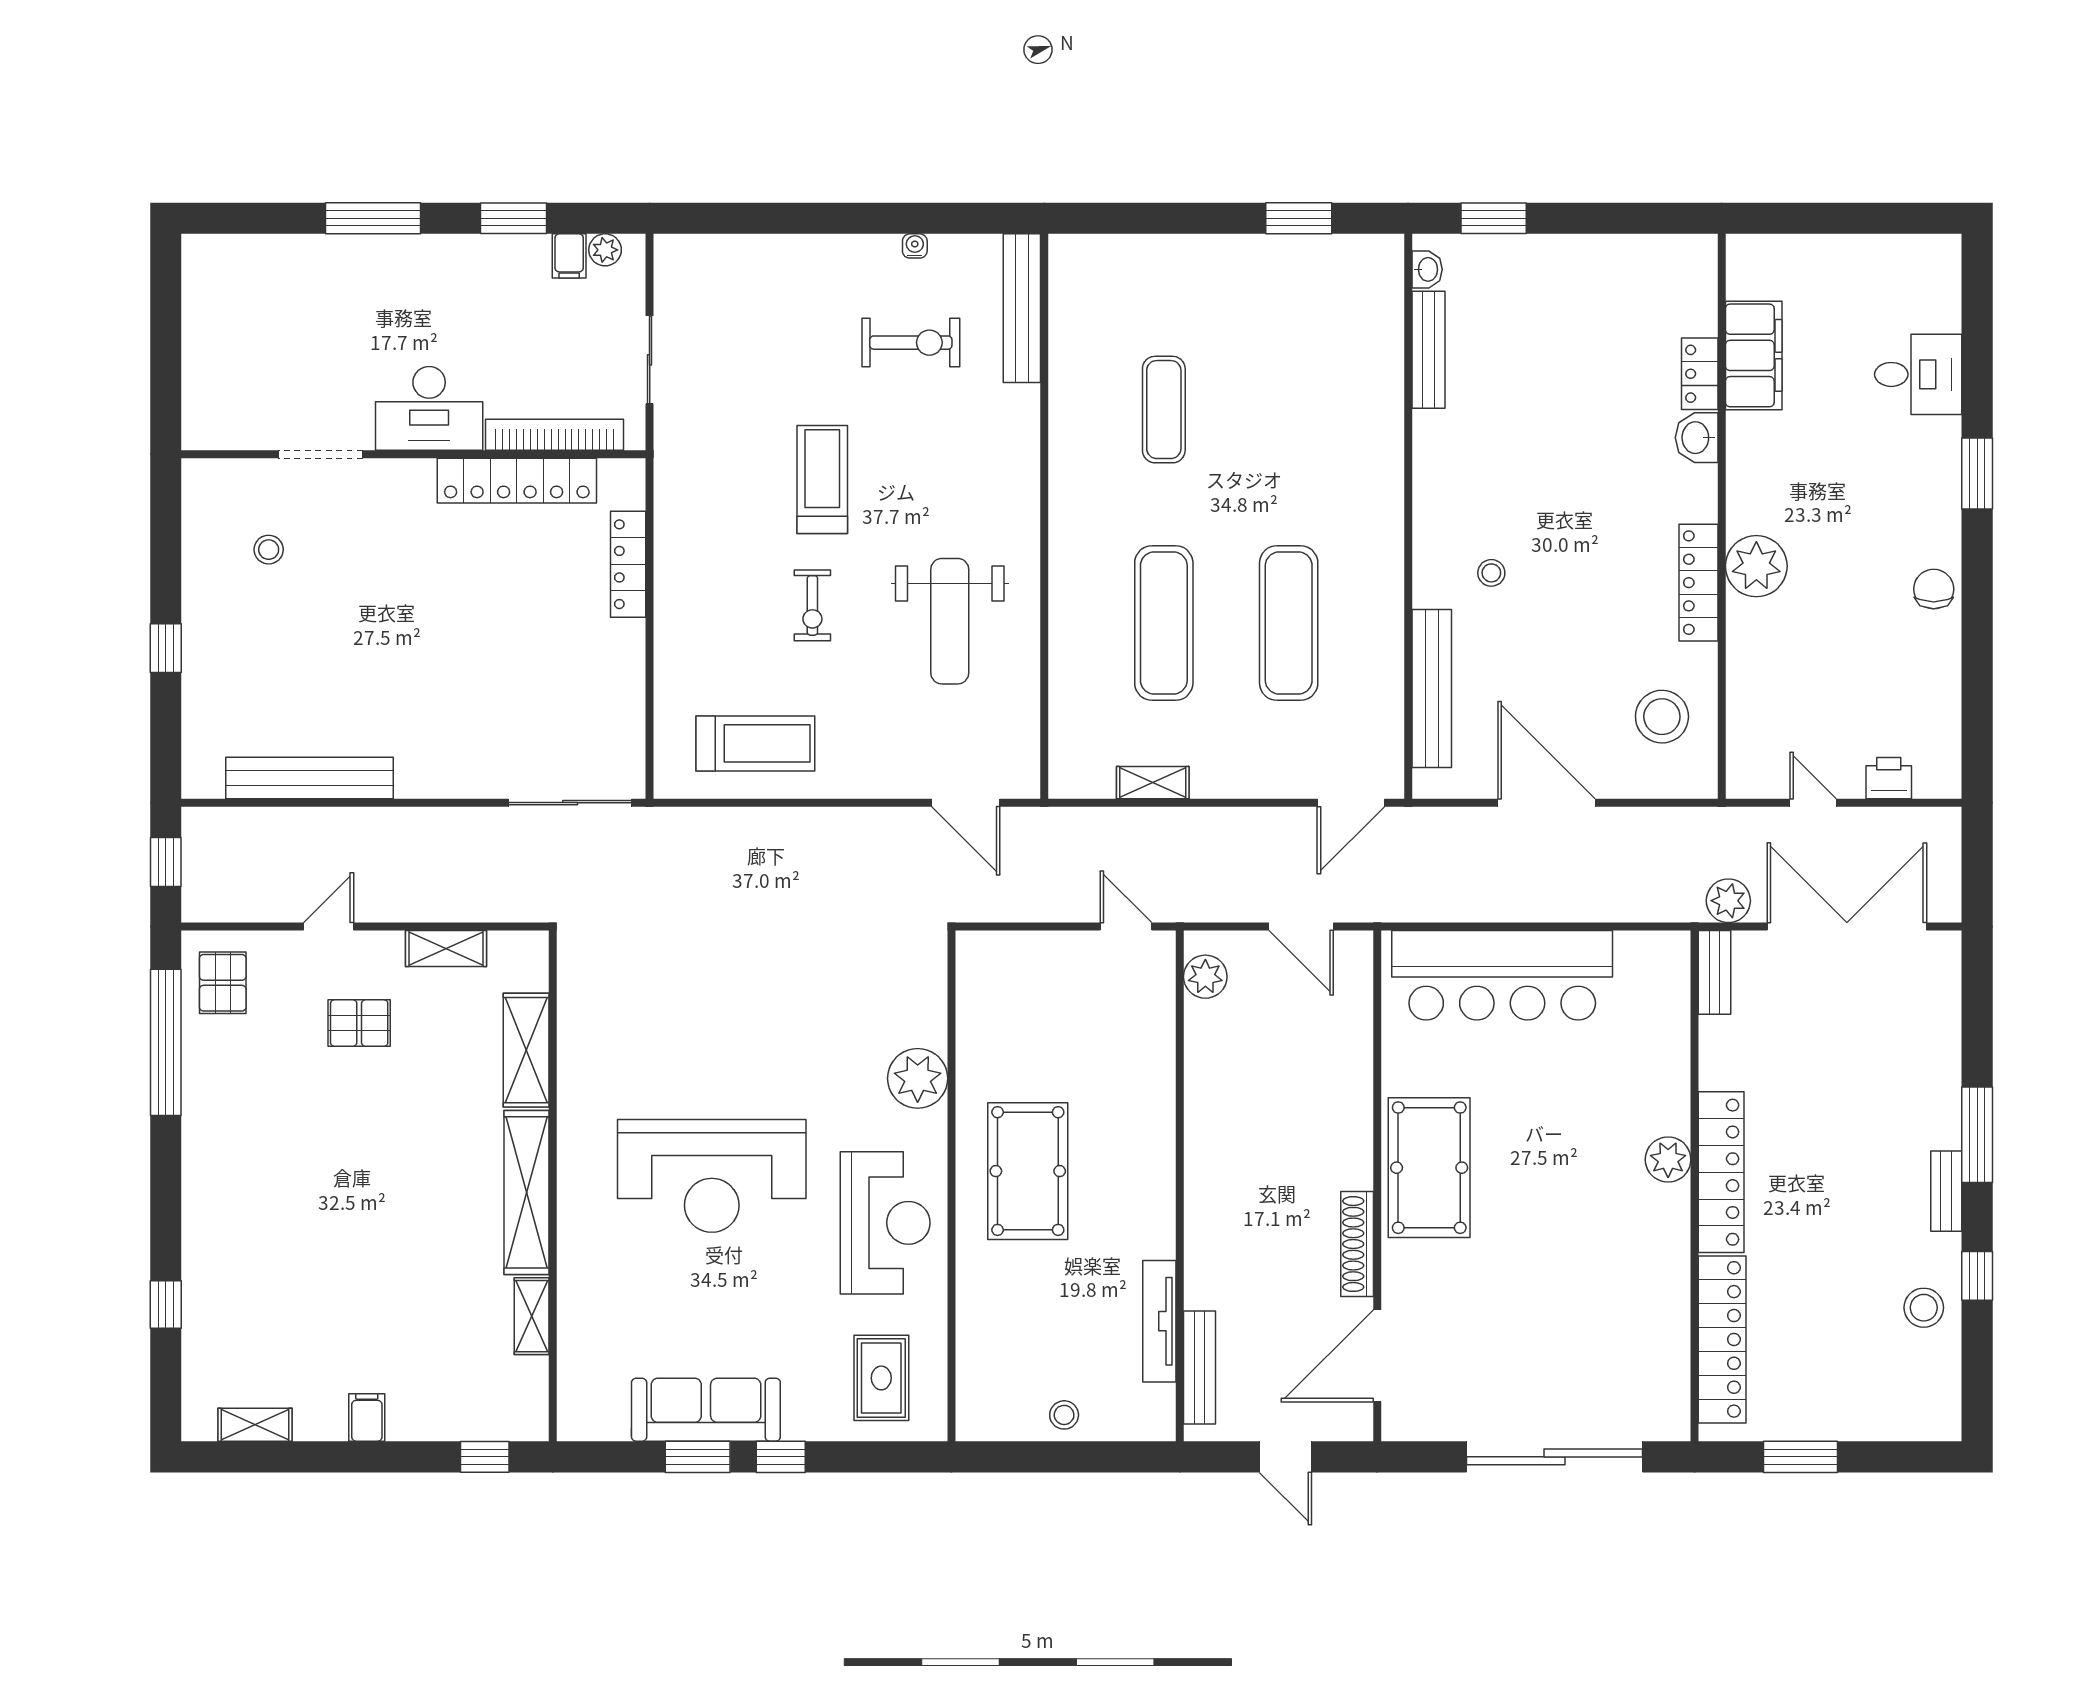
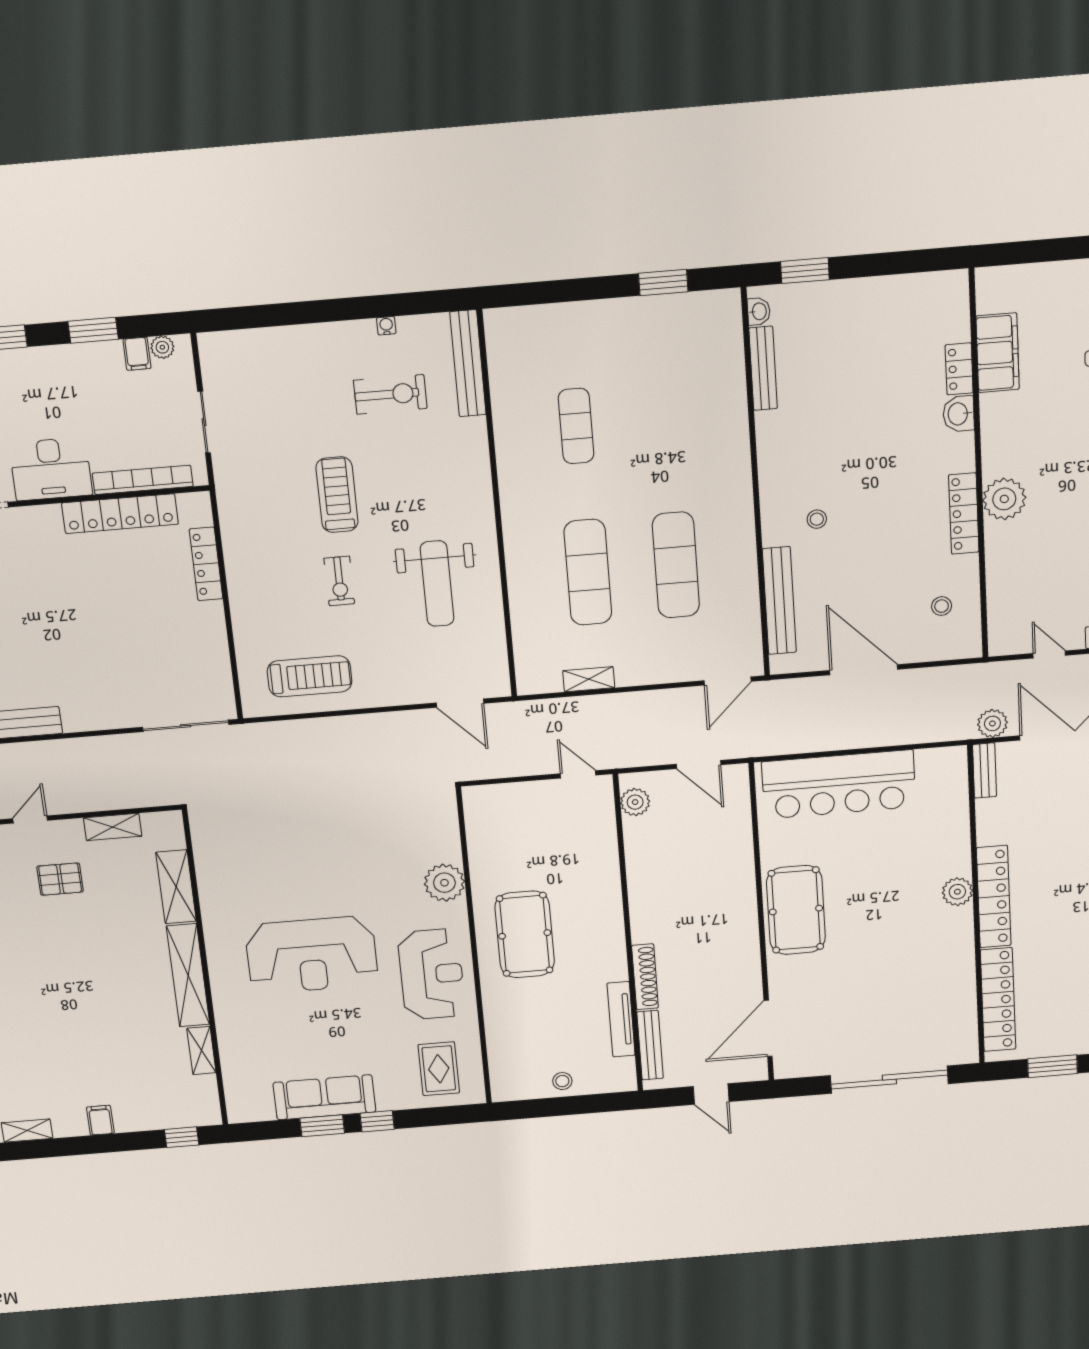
stool: (1662, 717) -> (942, 606), width x0.53, depth x0.53
shoe rack: (1357, 1244) -> (645, 977), moved, turned 180

